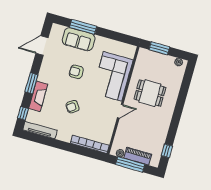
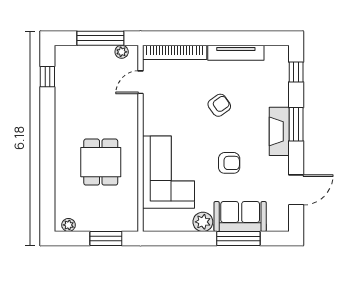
plant: (101, 42) -> (203, 222), added
dining table: (150, 93) -> (101, 162), turned 90
fireplace: (38, 96) -> (279, 131), moved
door: (120, 111) -> (141, 82), moved
tv unit: (40, 130) -> (236, 53), moved
piano: (138, 156) -> (92, 55), removed

